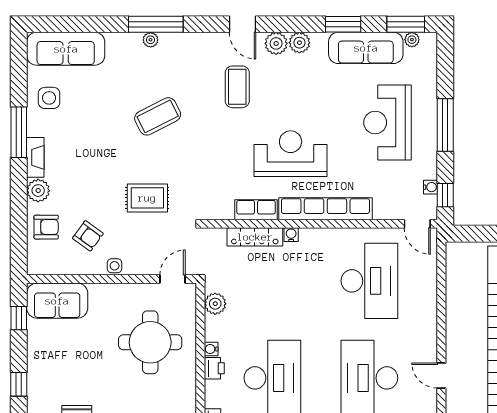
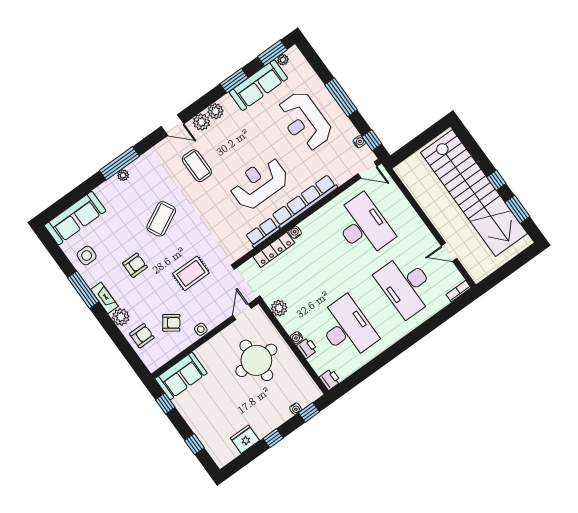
armchair: (93, 146) -> (135, 265), added

